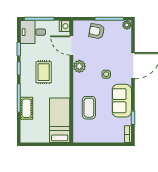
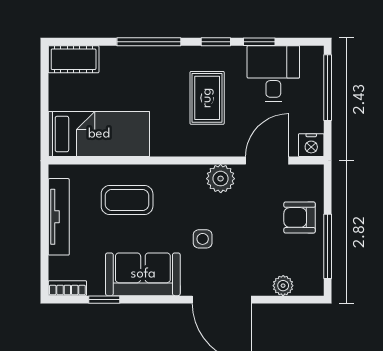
plant: (127, 25) -> (283, 286), moved
armchair: (97, 31) -> (300, 217), turned -101
desk: (33, 32) -> (273, 74), moved
rug: (44, 72) -> (207, 98), turned 90
cot: (27, 108) -> (74, 59), moved
tv unit: (96, 138) -> (59, 217), added

